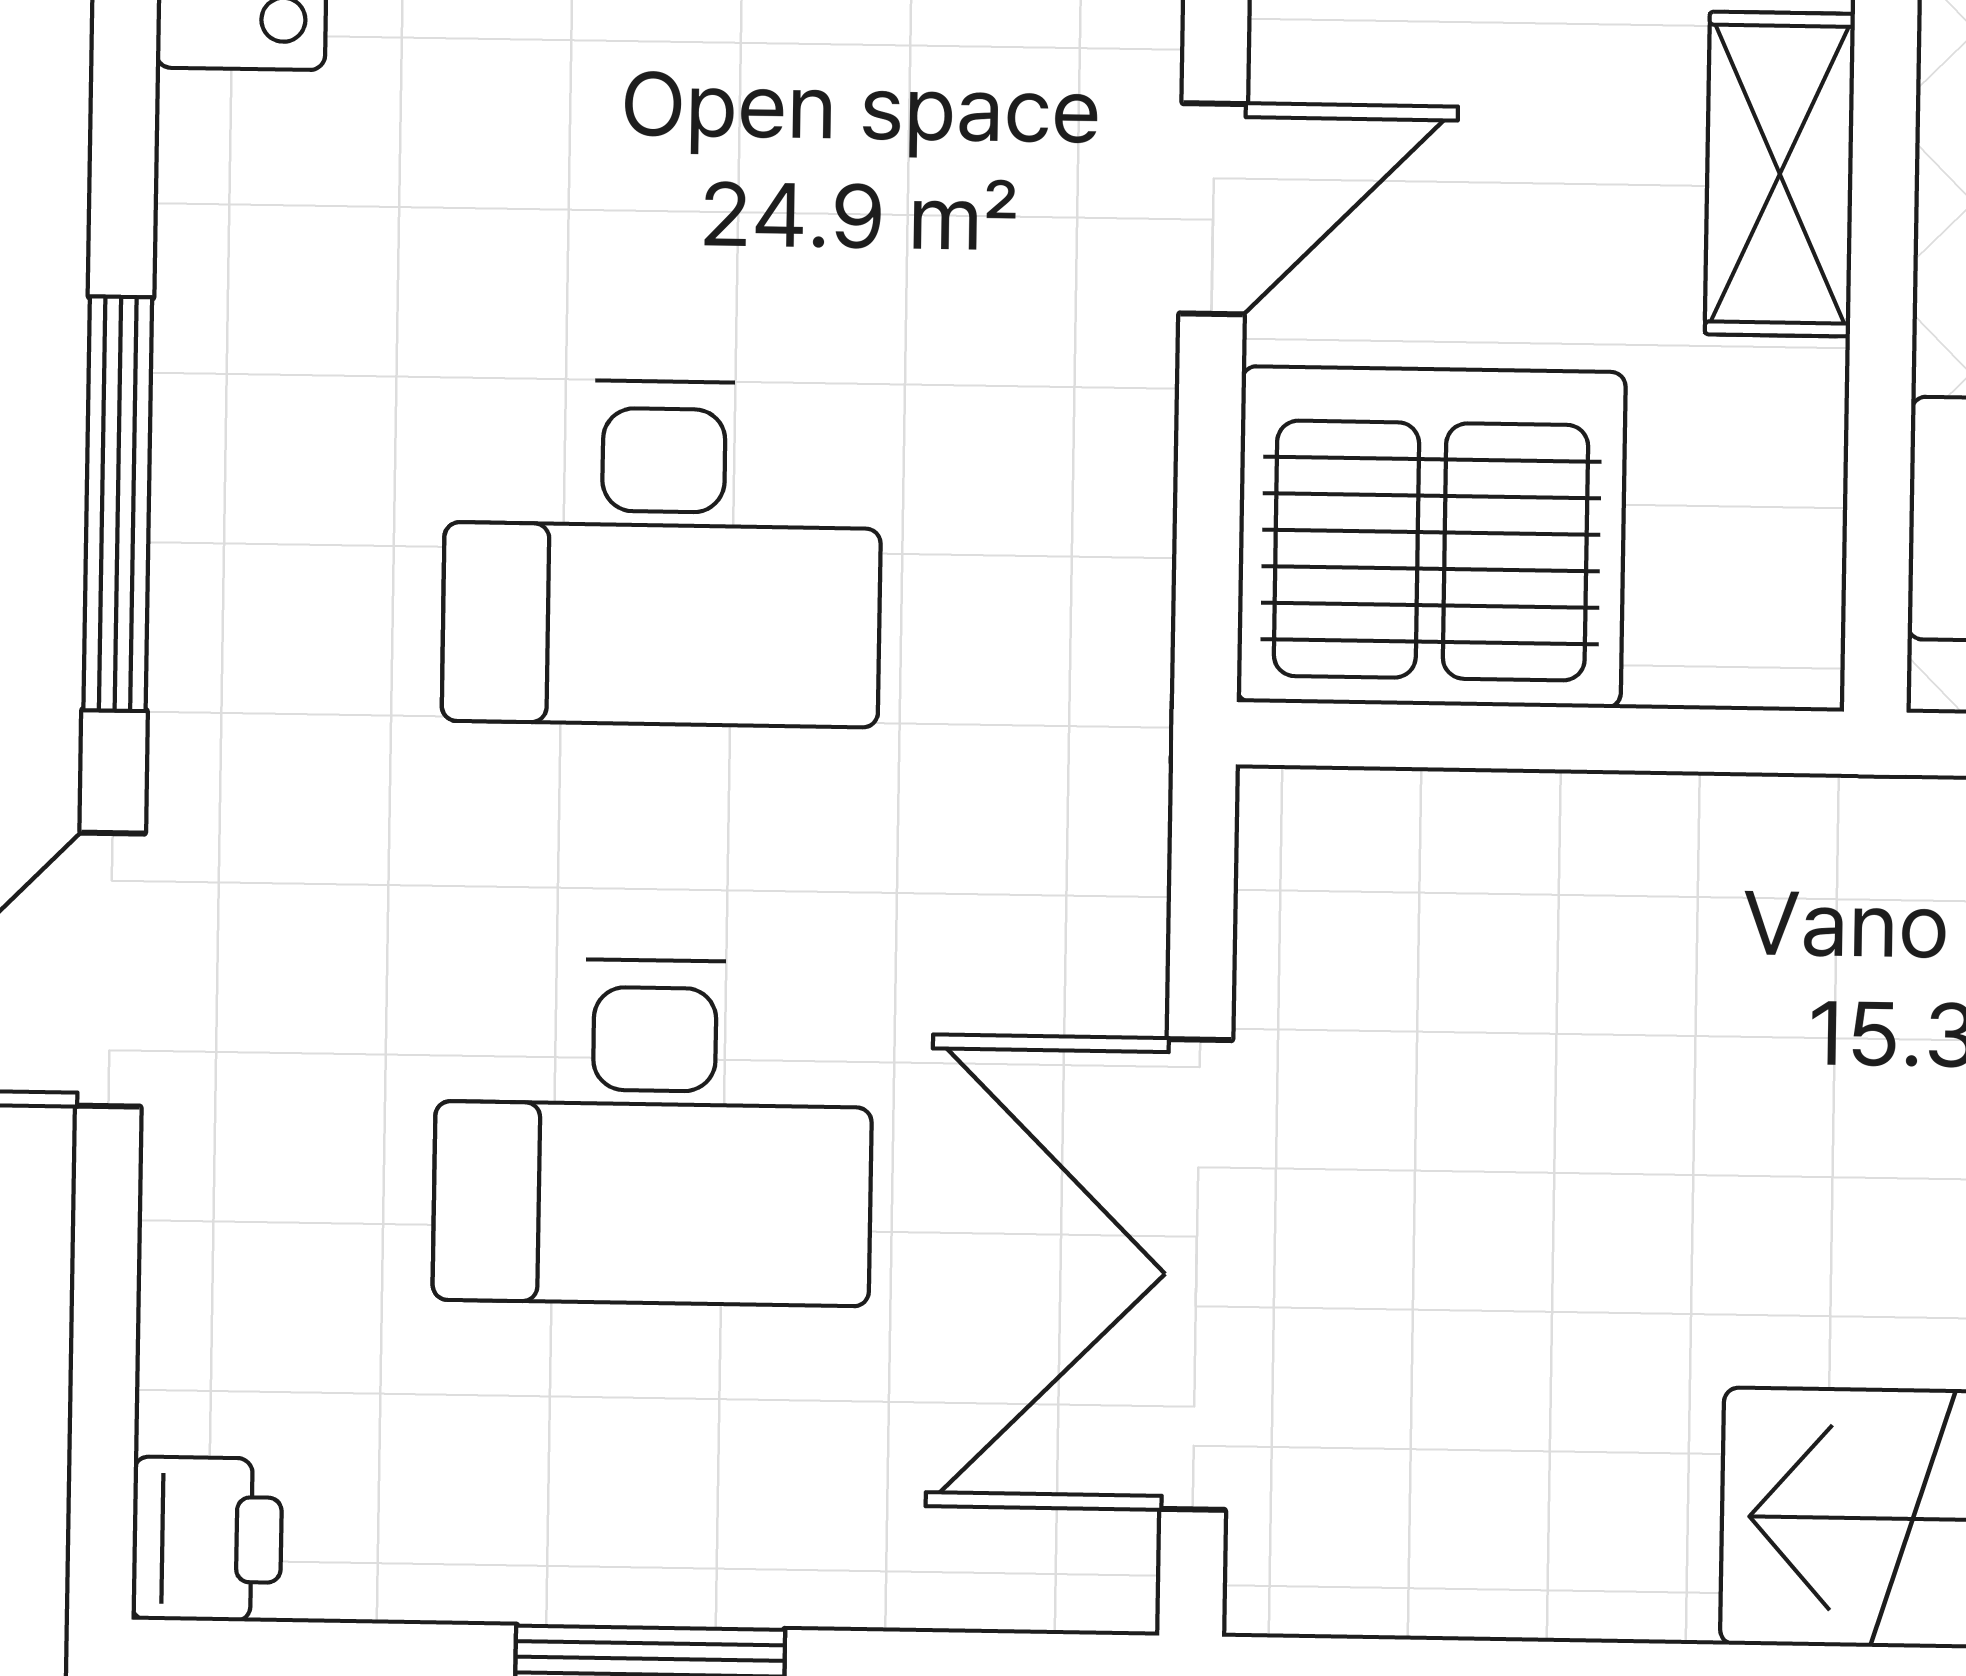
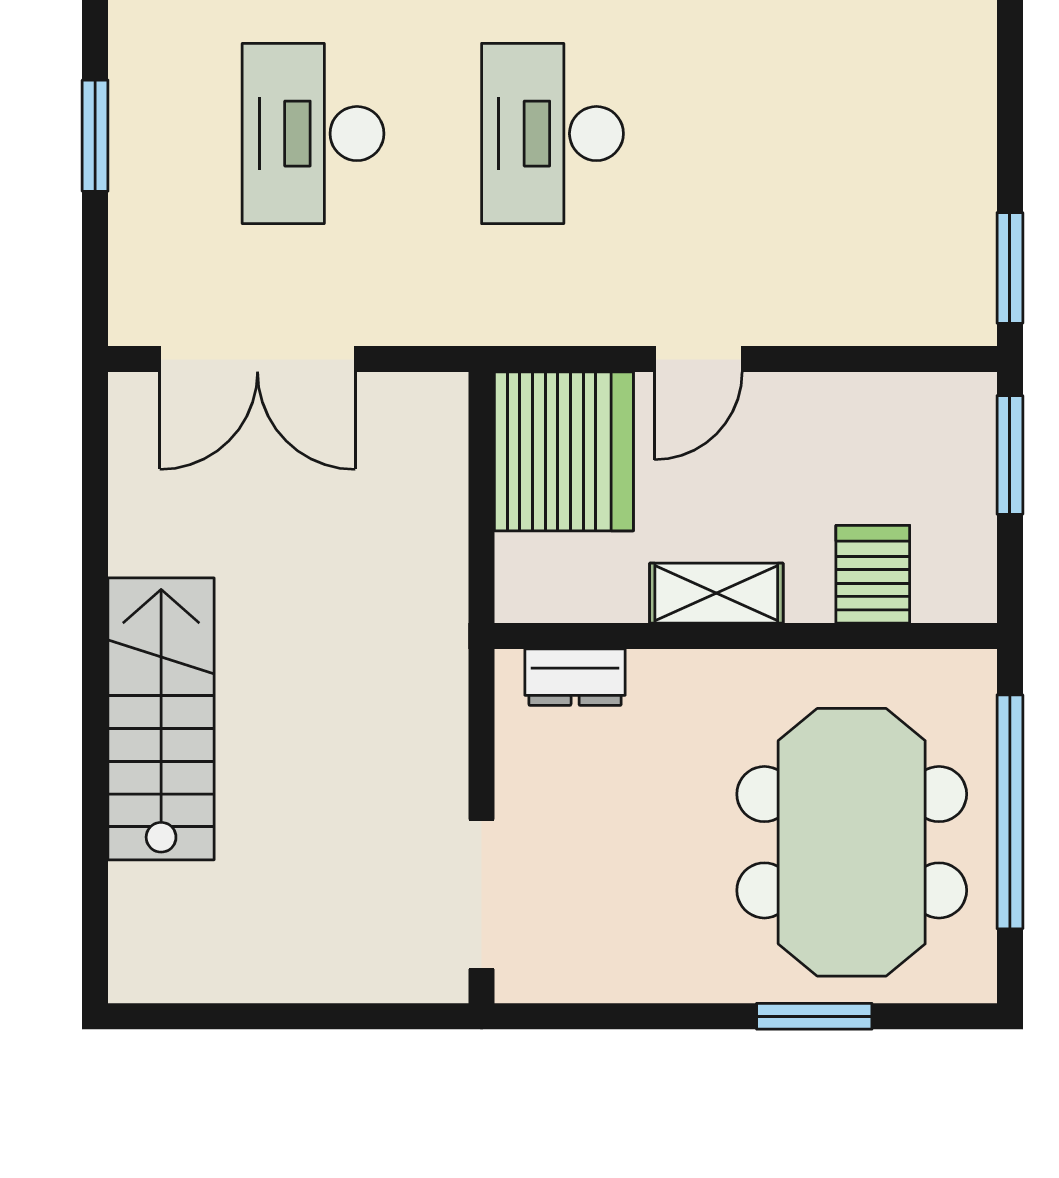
door: (1213, 209) -> (698, 359), hinge flipped
double door: (1196, 1274) -> (258, 359), swing flipped

